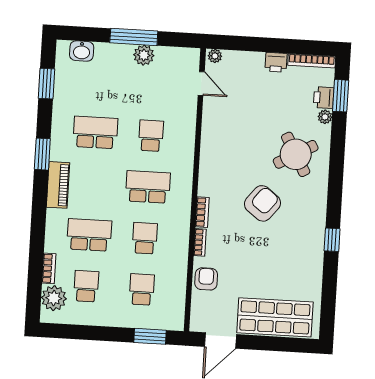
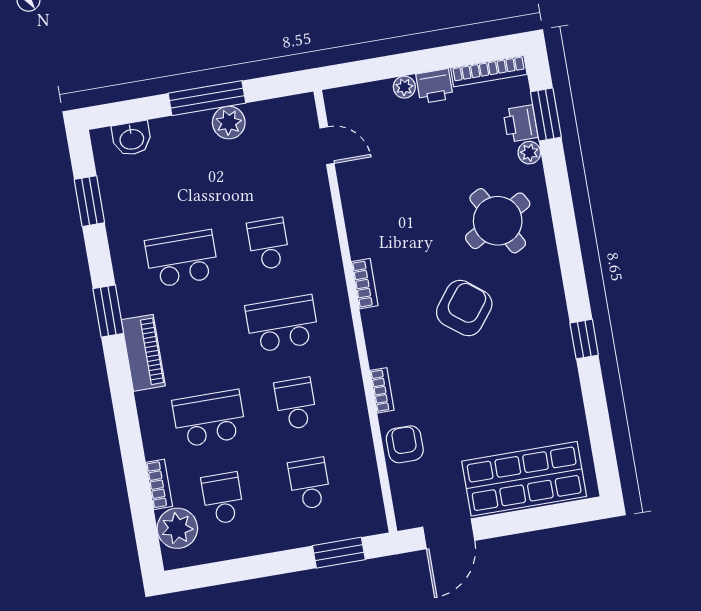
plant: (215, 56) -> (404, 87), moved
bookcase: (202, 212) -> (365, 284), moved

